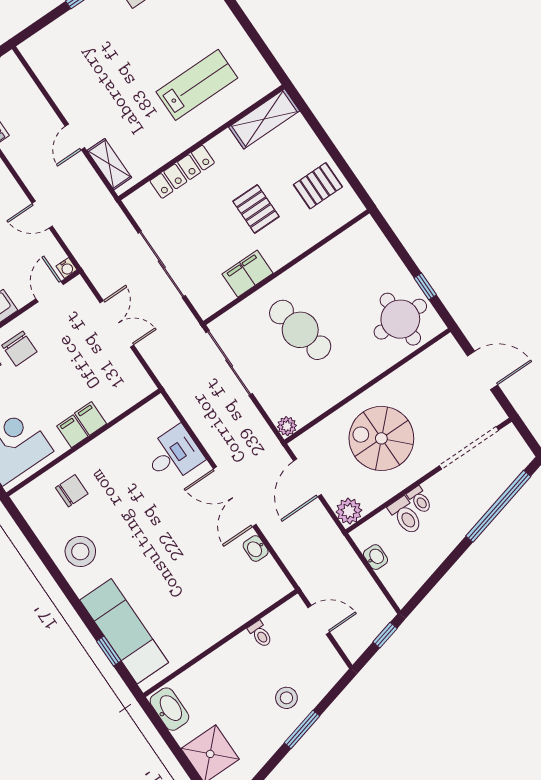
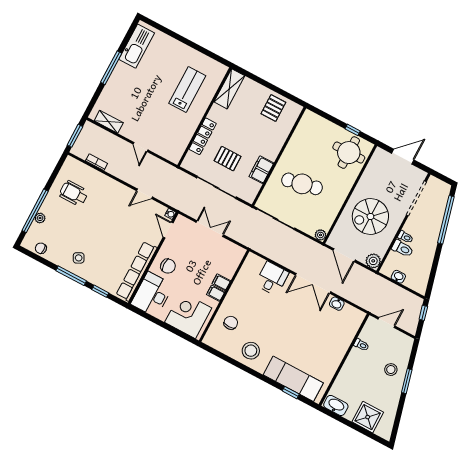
shelving: (109, 164) -> (109, 122), moved
pallet: (256, 209) -> (228, 159), moved

